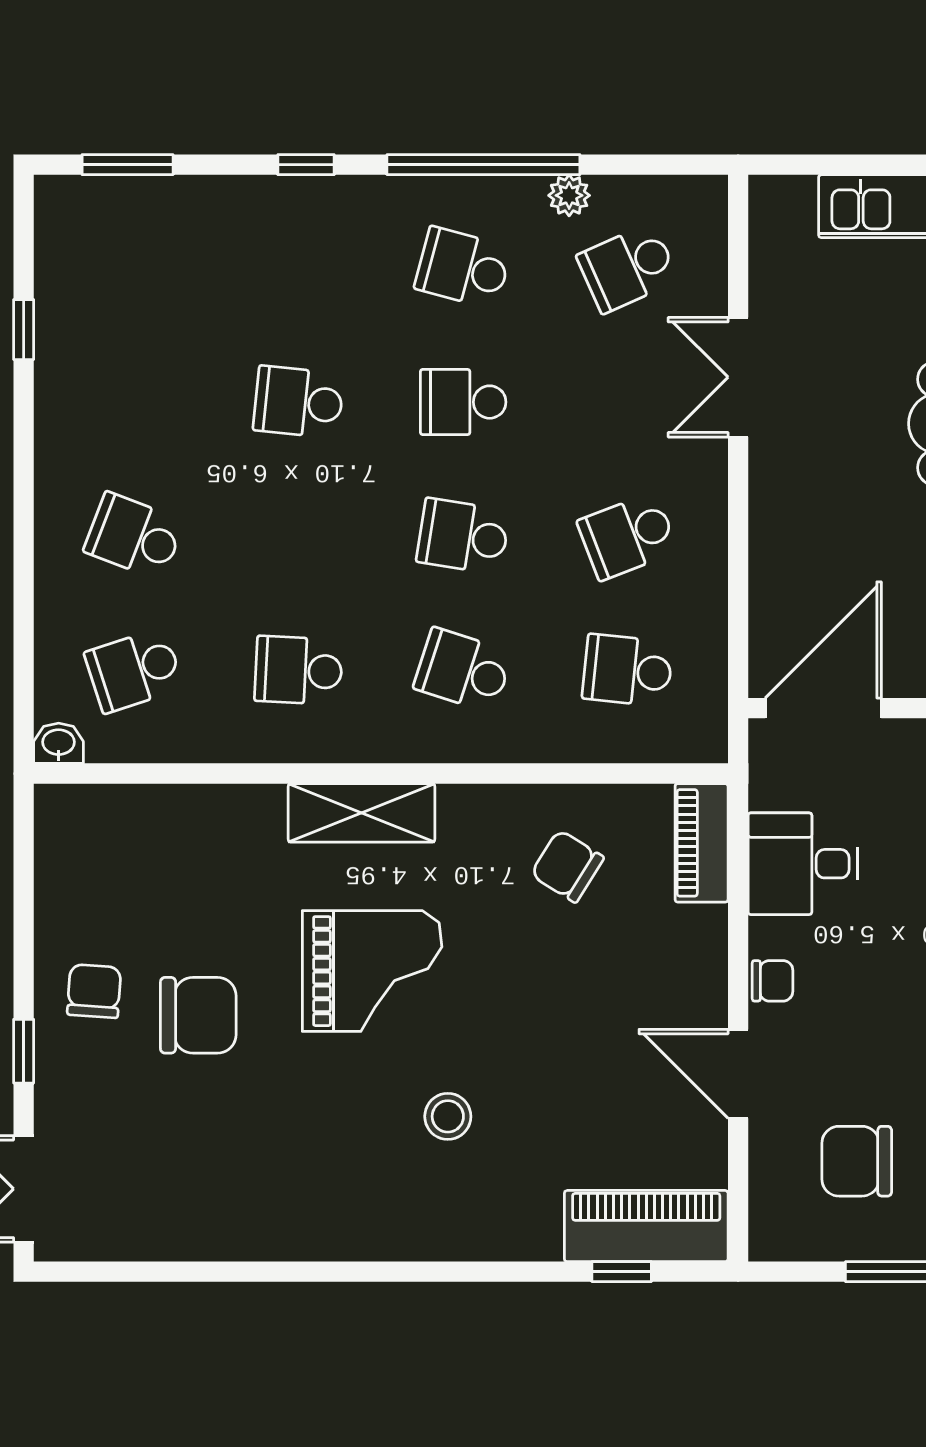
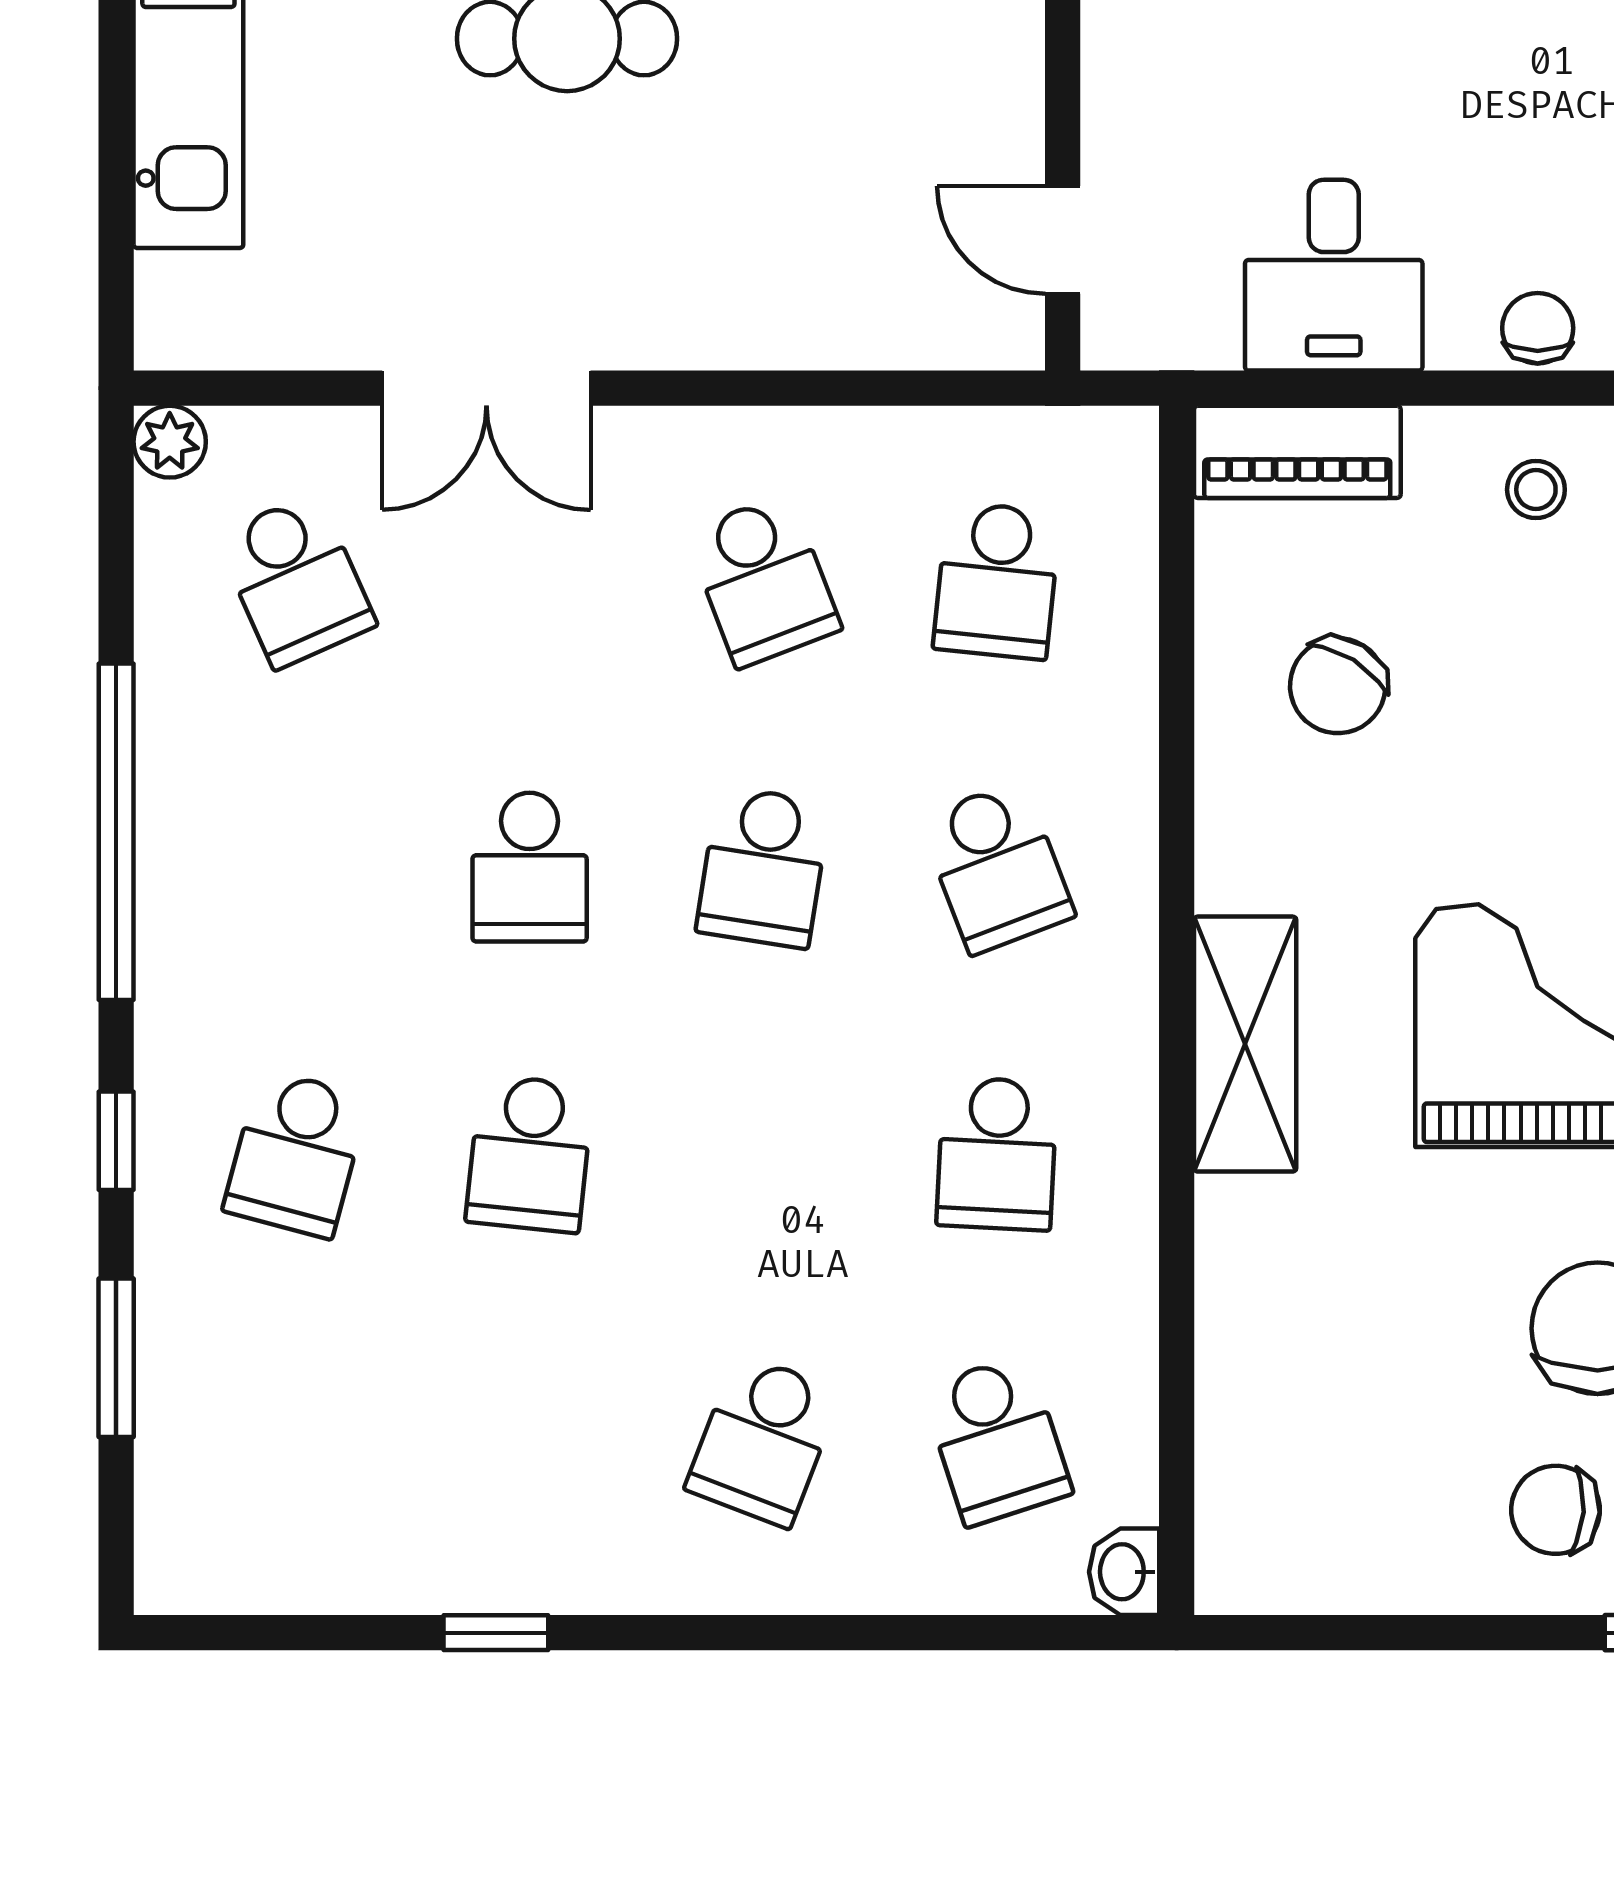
window: (128, 165) -> (116, 1358), moved
plant: (569, 195) -> (170, 442), moved
school desk: (463, 268) -> (296, 1154), moved
window: (24, 330) -> (496, 1633), moved
school desk: (463, 670) -> (997, 867), turned -39
door: (823, 708) -> (1063, 240), width x0.53
stool: (680, 980) -> (1536, 490), added

